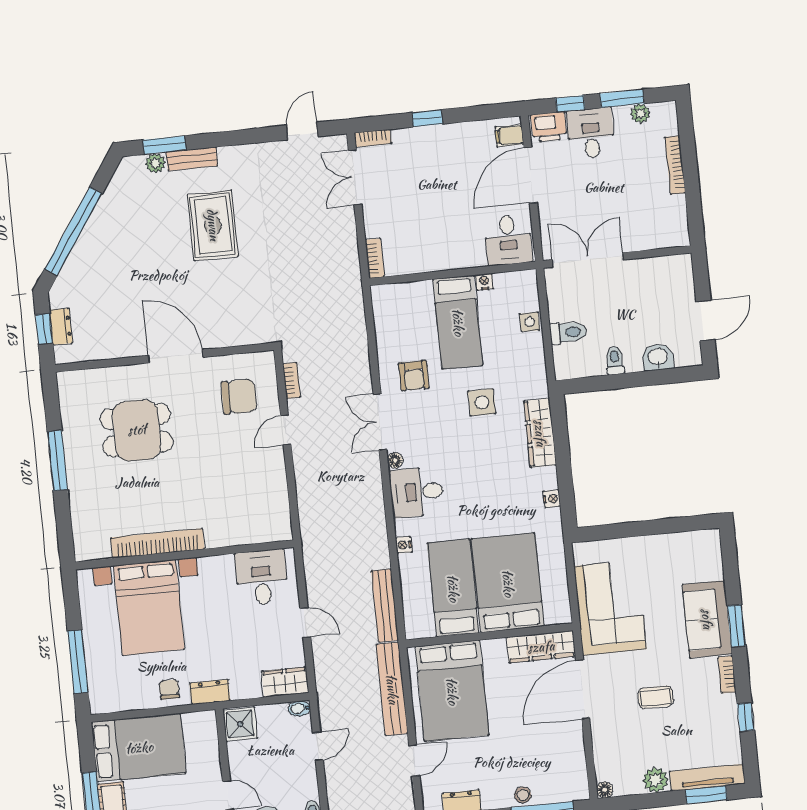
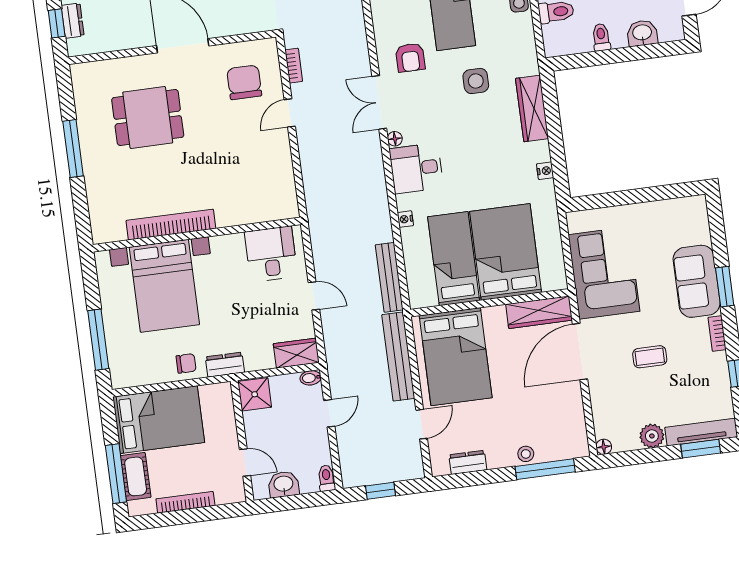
chair: (239, 397) -> (244, 82), turned -90
chair: (169, 689) -> (186, 363), turned 90

